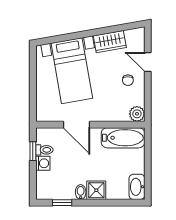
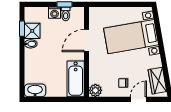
wardrobe: (110, 42) -> (157, 81), moved
shower: (96, 190) -> (32, 31), moved

